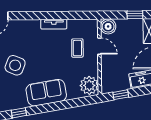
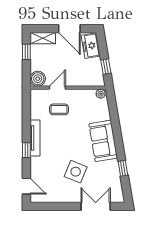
window: (36, 16) -> (26, 150), added
tv unit: (54, 24) -> (35, 138), width x1.41
plant: (89, 85) -> (101, 94), width x0.53, depth x0.53

